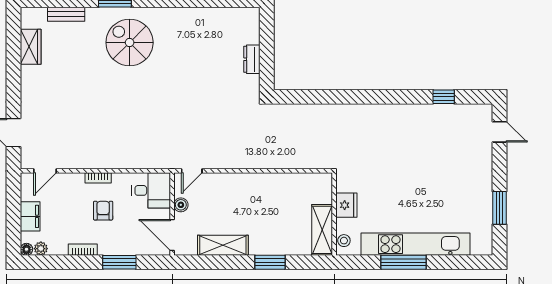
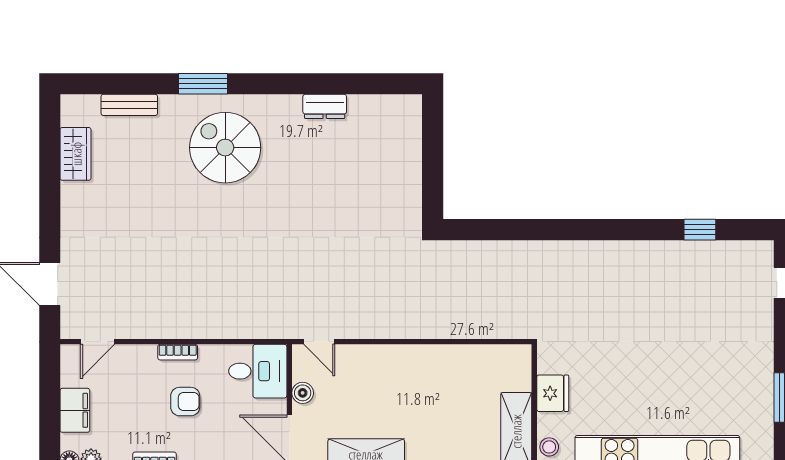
dresser: (252, 59) -> (325, 106), moved, turned -90
door: (192, 171) -> (319, 342), hinge flipped
armchair: (103, 211) -> (185, 402), turned 90

